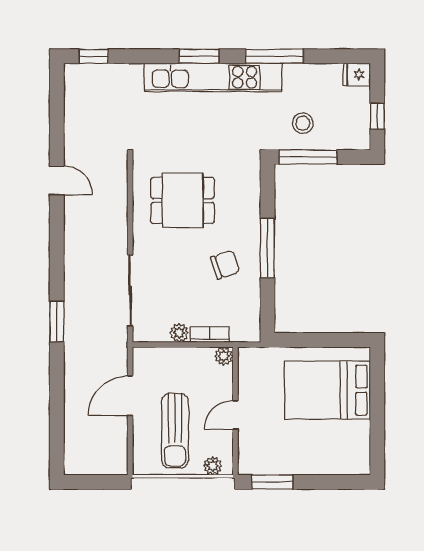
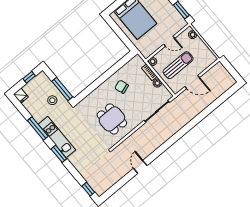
kitchen unit: (213, 77) -> (57, 137), width x0.73
window: (267, 248) -> (104, 77), removed
window: (57, 321) -> (188, 127), removed
sun lounger: (175, 431) -> (178, 65), moved

